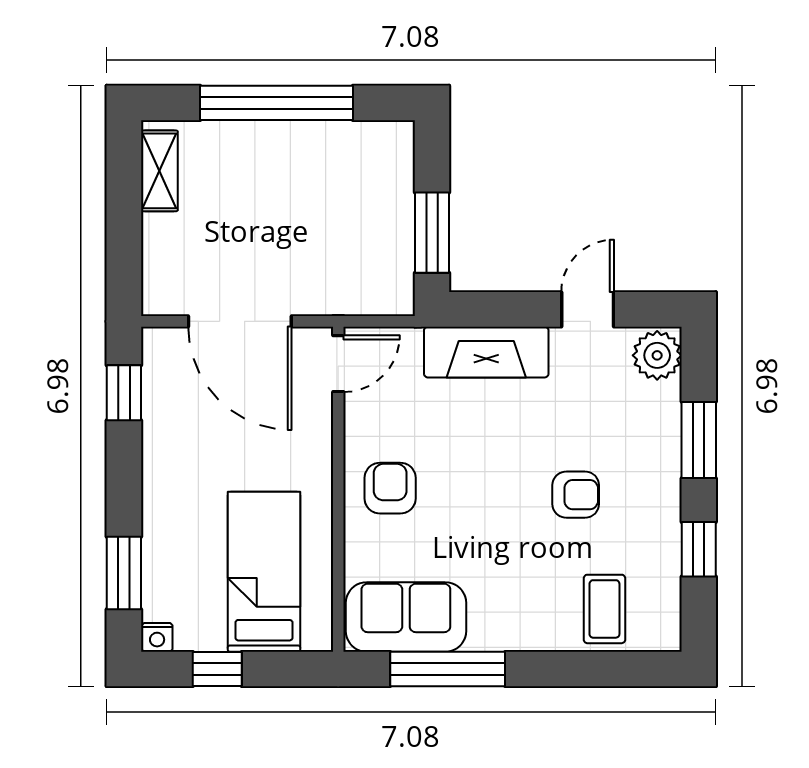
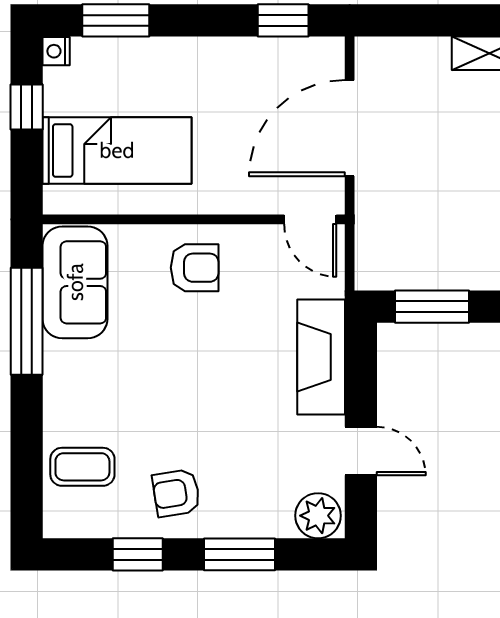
armchair: (576, 495) -> (176, 493), moved, turned 81

